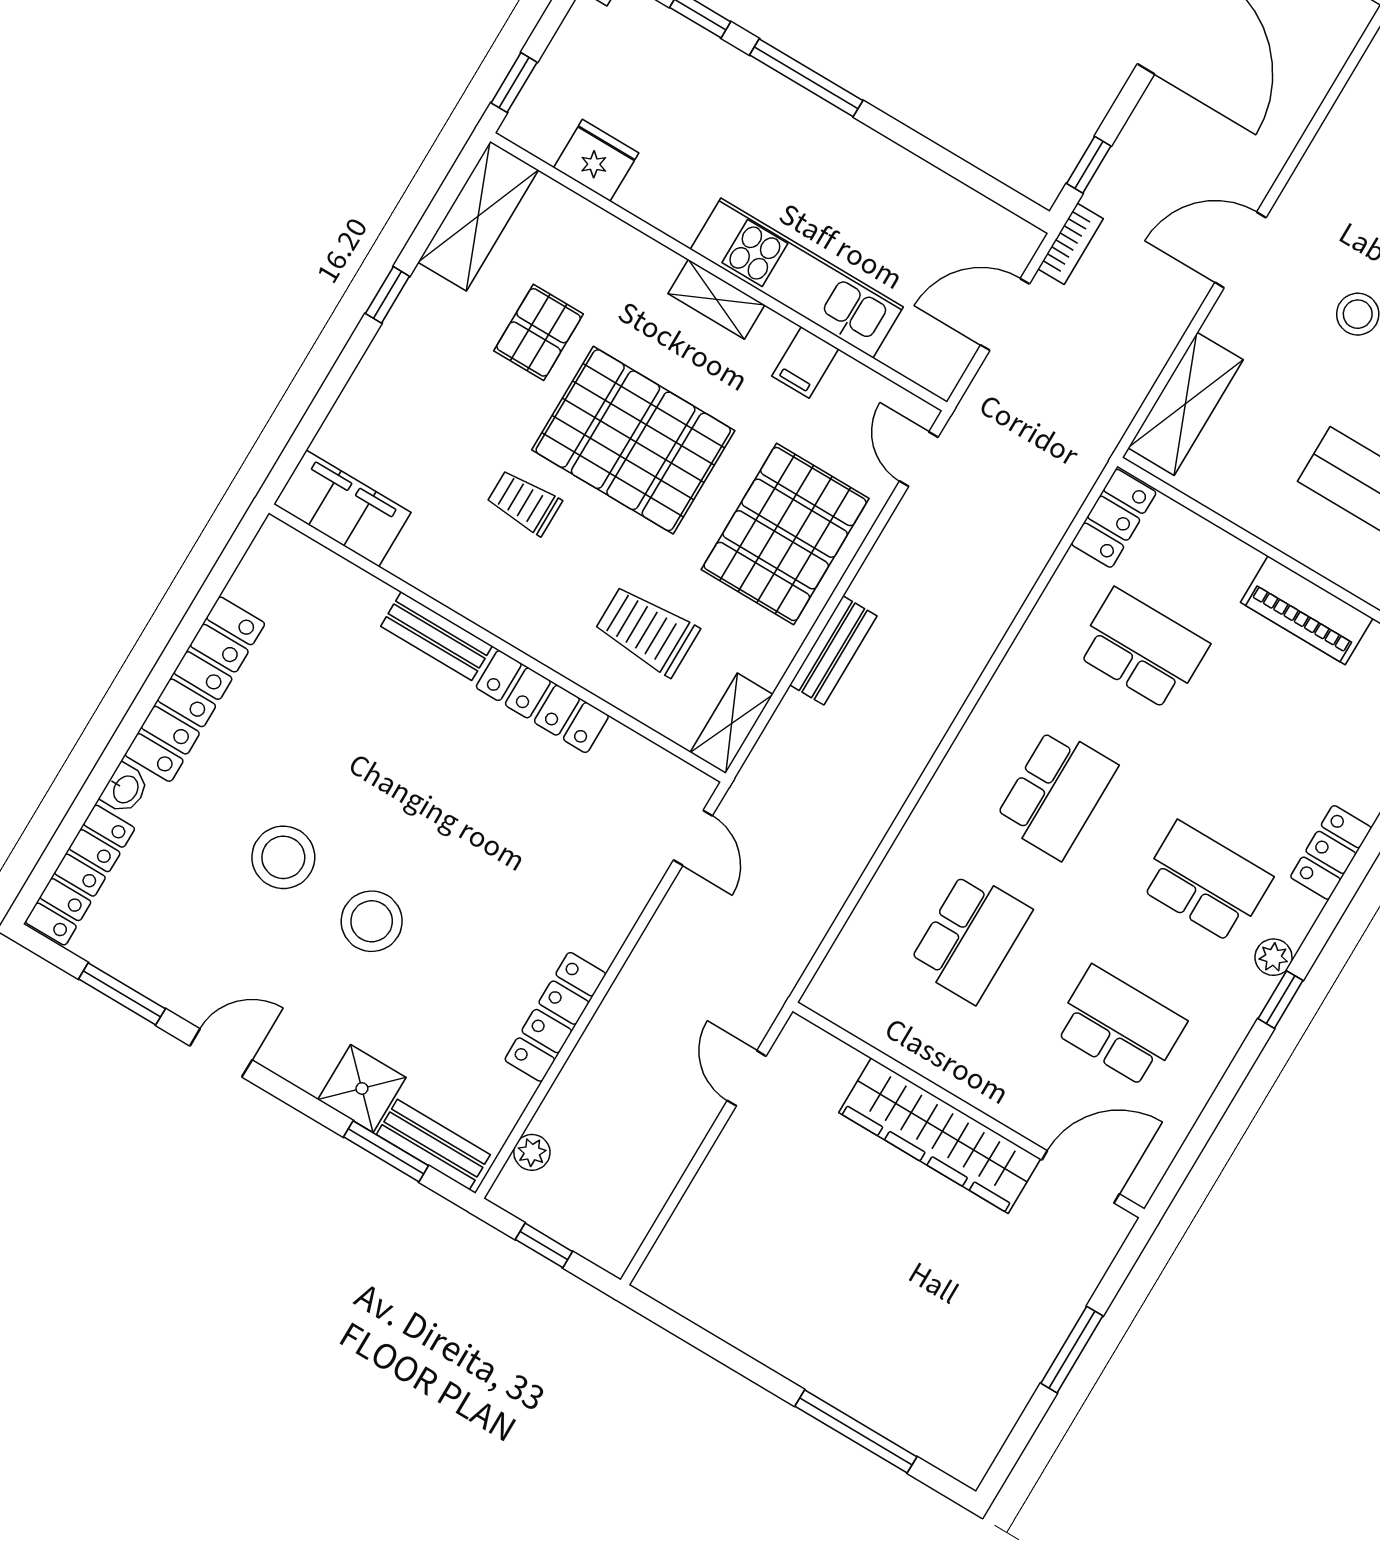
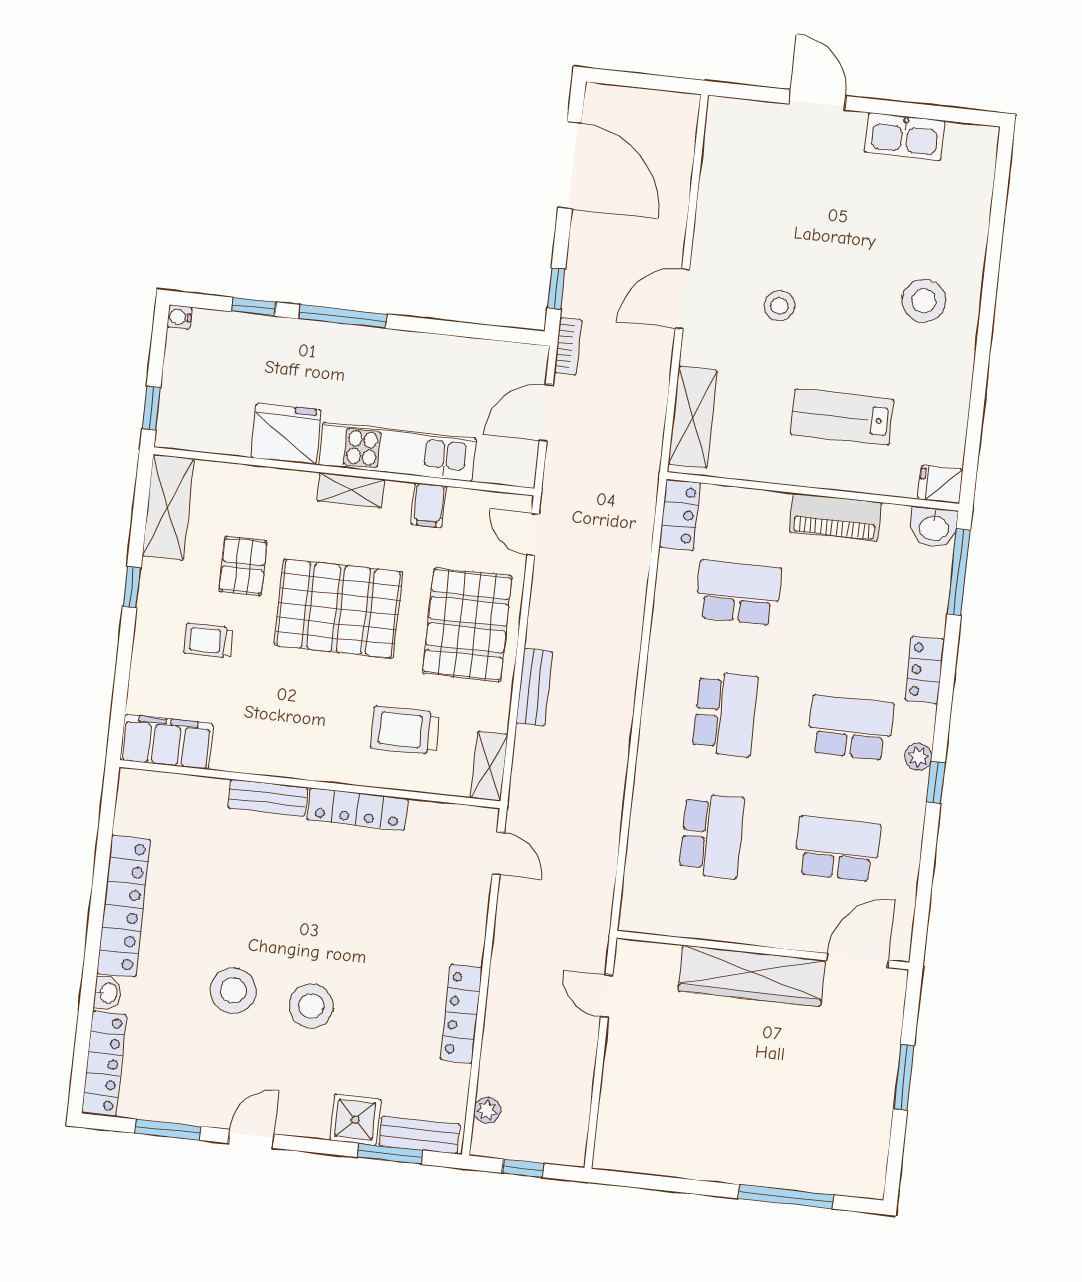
fridge: (596, 160) -> (286, 434), moved, width x1.36, depth x1.34
trolley: (524, 502) -> (208, 641), moved

